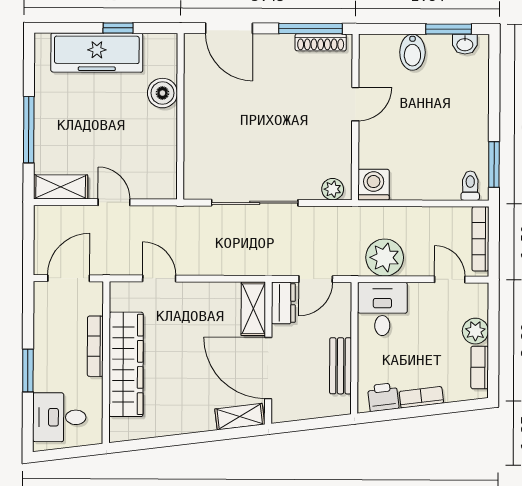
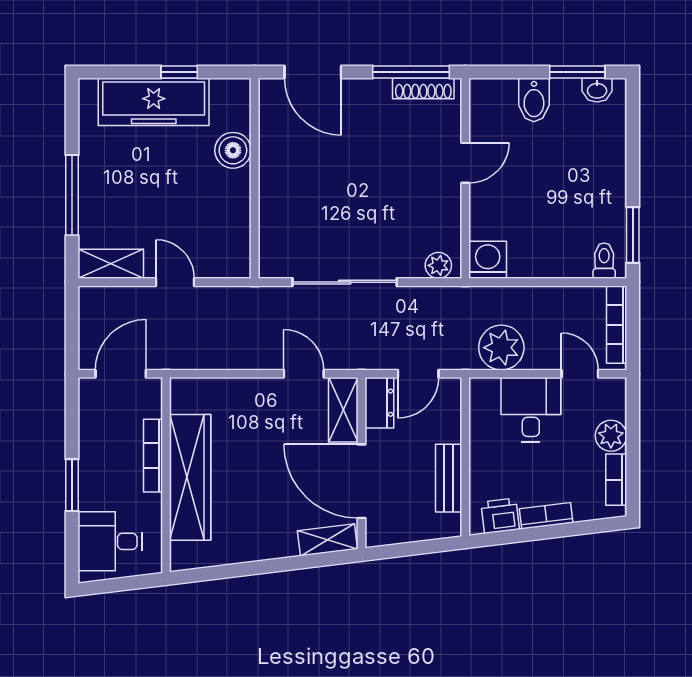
door: (159, 278) -> (304, 374), moved
desk: (382, 309) -> (531, 410), moved

